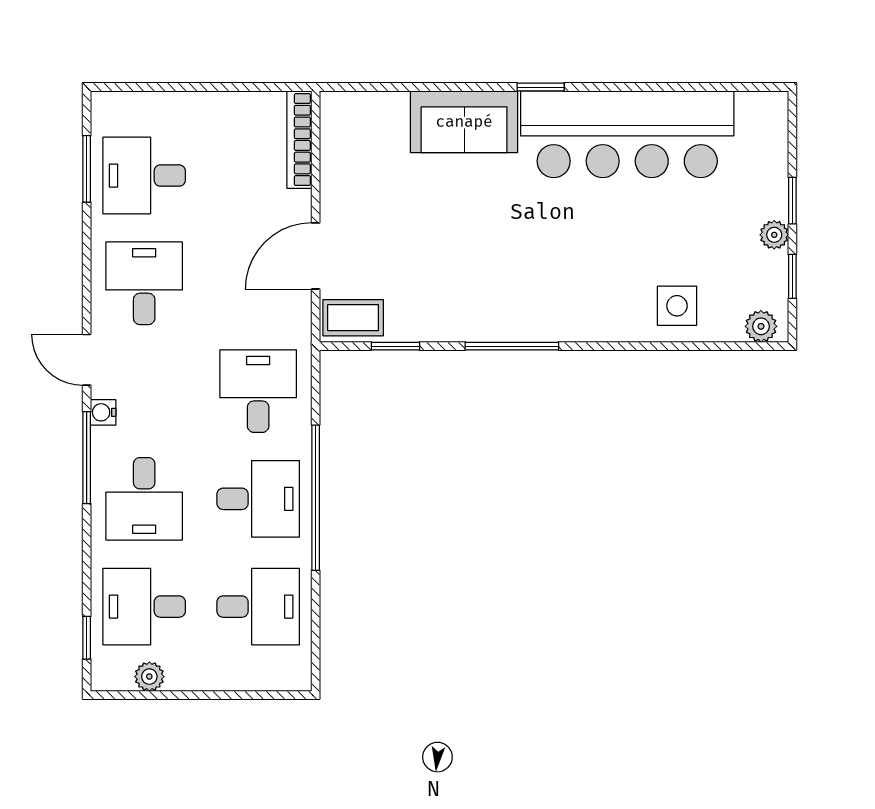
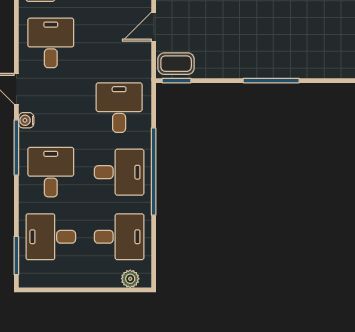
door: (316, 256) -> (154, 27), width x0.73
window: (395, 346) -> (177, 81), moved
desk: (144, 499) -> (51, 172), turned 180
window: (87, 638) -> (16, 255), width x1.50
plant: (149, 677) -> (130, 279), moved

